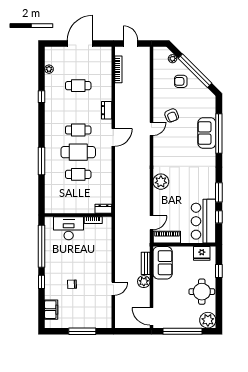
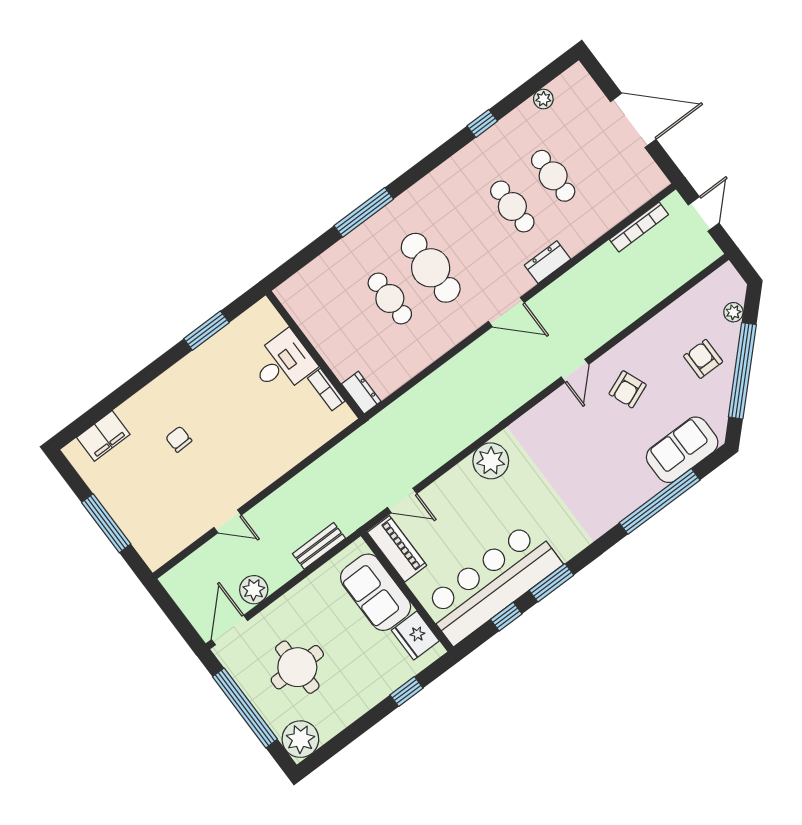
door: (151, 129) -> (575, 371), hinge flipped
cafe table: (78, 130) -> (512, 206), moved
sofa: (207, 133) -> (682, 450), moved
bar counter: (204, 221) -> (492, 583), width x1.36
desk: (69, 228) -> (283, 363), width x0.73
window: (42, 246) -> (206, 331), width x0.47
sofa: (163, 263) -> (376, 592), moved, turned 90
window: (42, 282) -> (141, 380), removed
plant: (144, 282) -> (254, 590), moved
round table: (202, 292) -> (297, 667), moved

